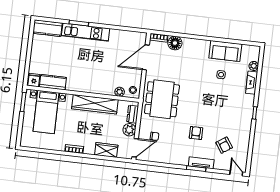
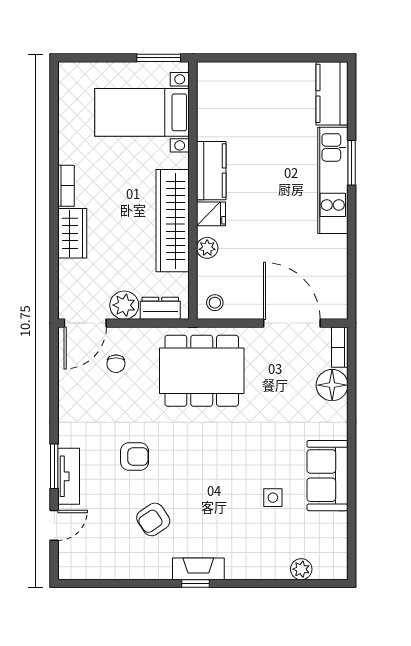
sofa: (225, 51) -> (327, 476), moved
fridge: (34, 80) -> (211, 214), moved
kitchen counter: (53, 82) -> (211, 171), moved
fireplace: (252, 83) -> (198, 569), moved
plant: (120, 92) -> (207, 248), moved
armchair: (224, 145) -> (153, 519), moved
door: (135, 148) -> (85, 323), hinge flipped
wardrobe: (106, 150) -> (72, 233), moved
door: (236, 173) -> (54, 525), moved

